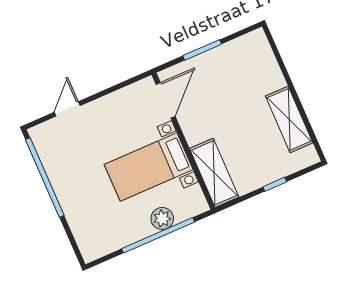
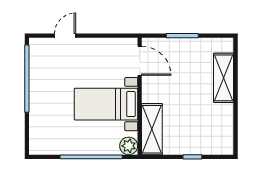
door: (166, 100) -> (140, 61), hinge flipped
shelving: (289, 119) -> (224, 78), moved
plant: (162, 219) -> (129, 146), moved

